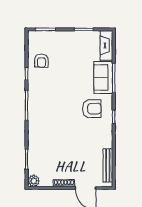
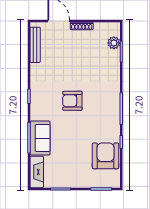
armchair: (41, 61) -> (106, 156), width x1.88, depth x1.88
armchair: (92, 109) -> (72, 101), moved
plant: (34, 181) -> (114, 43), moved

